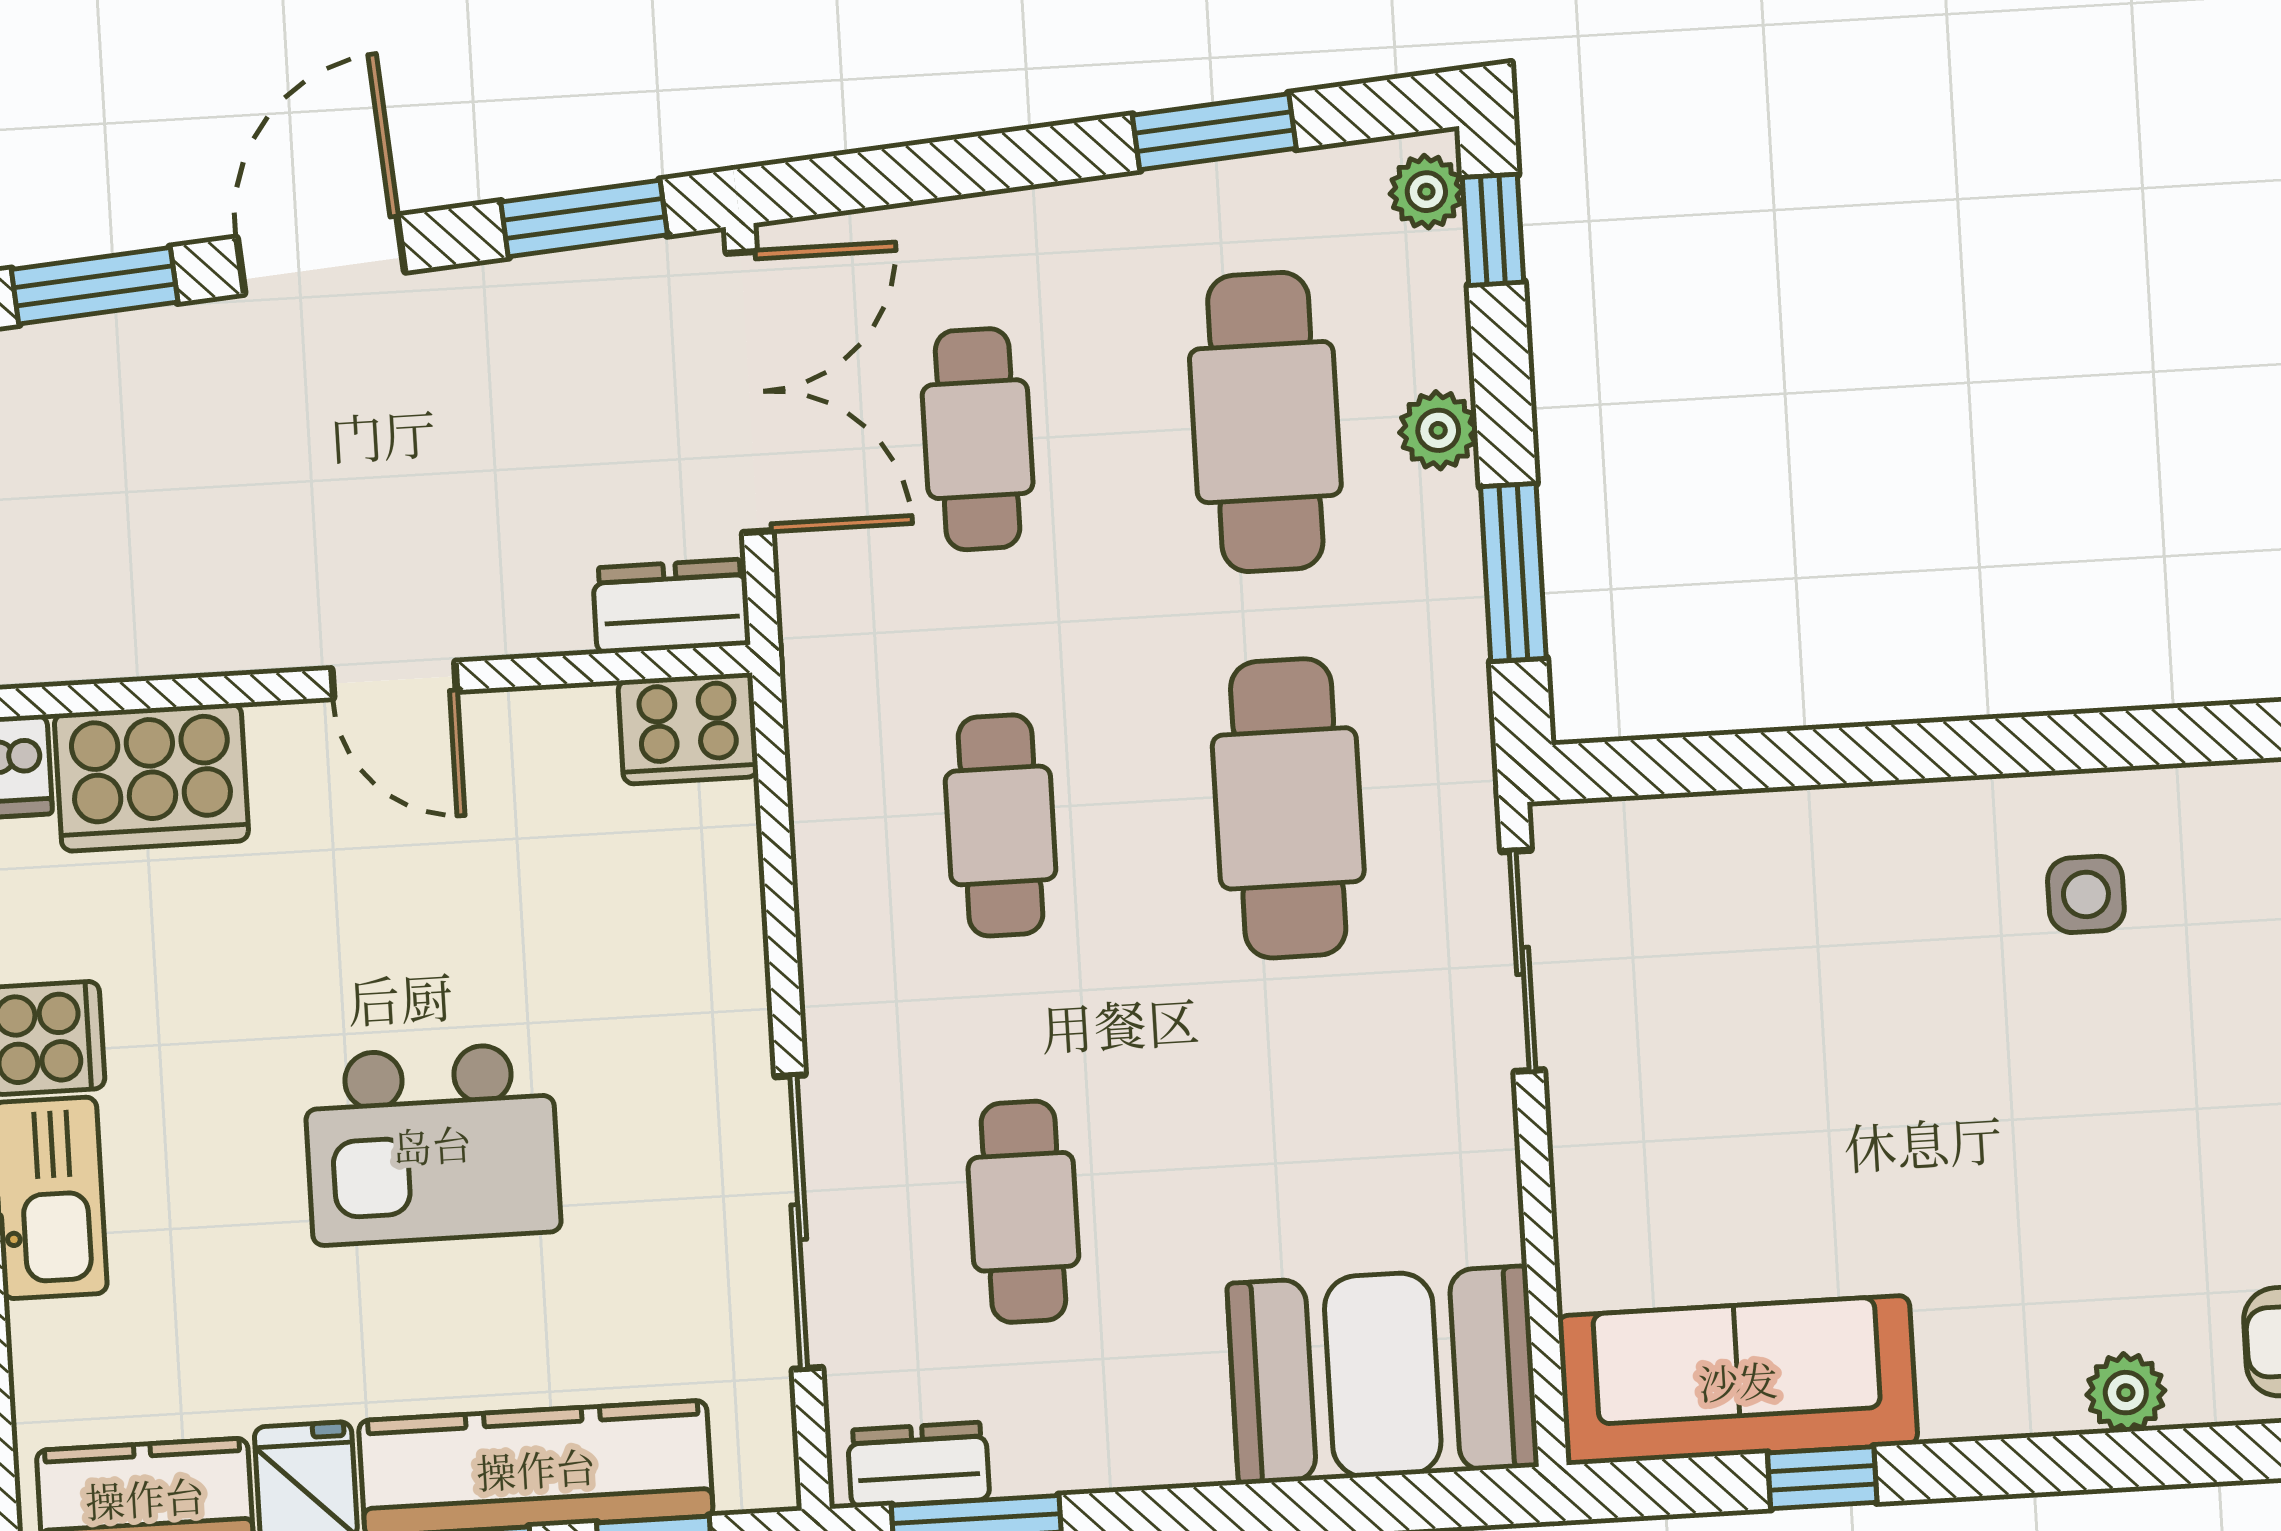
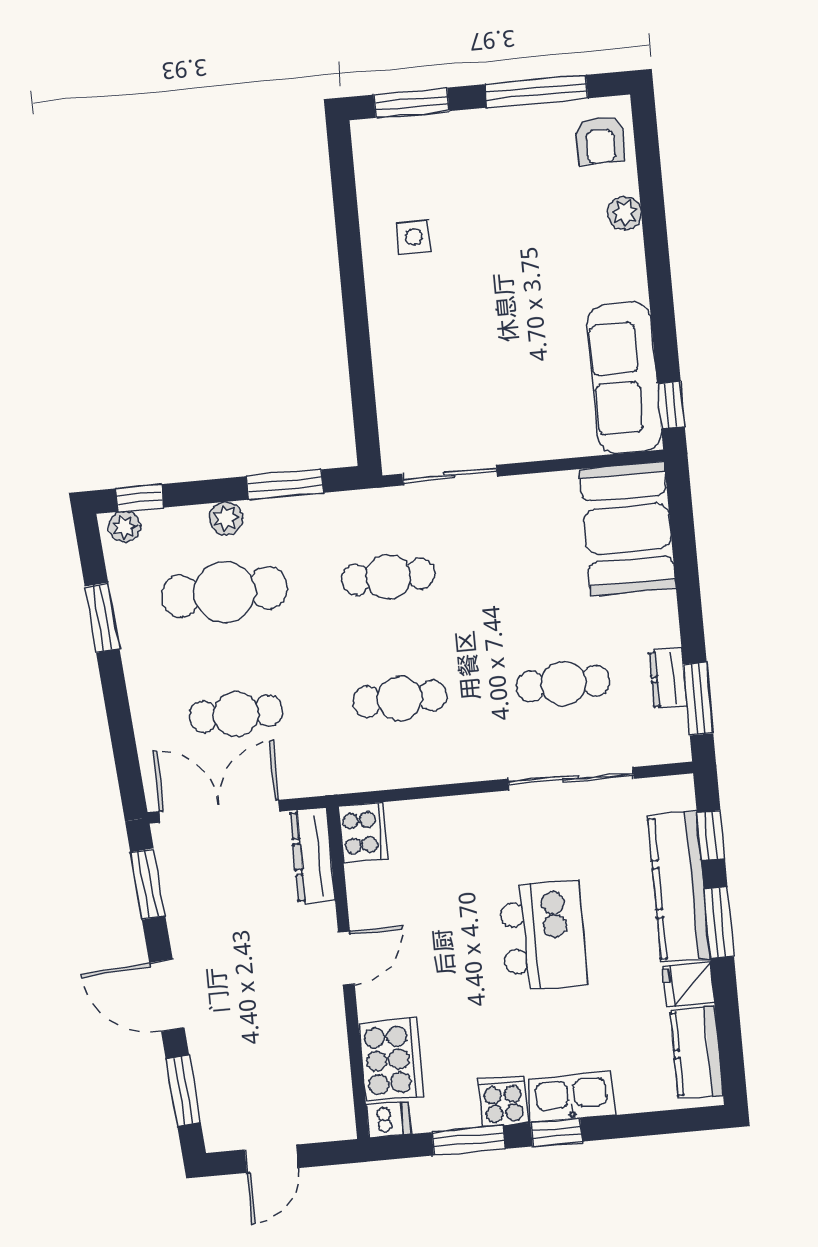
dresser: (671, 606) -> (313, 856), width x1.44
cafe table: (1288, 808) -> (388, 577), width x0.73, depth x0.74
dresser: (918, 1465) -> (668, 678), moved
window: (1822, 1478) -> (671, 405), moved

